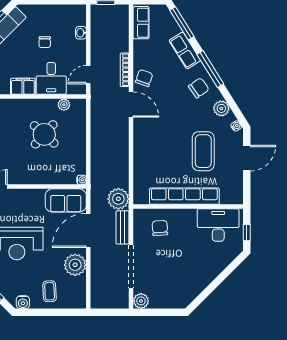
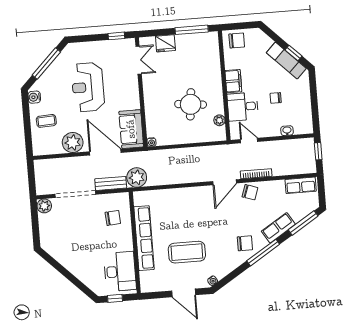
chair: (199, 88) -> (245, 243), turned -55
plant: (221, 108) -> (228, 266), removed
round table: (44, 134) -> (191, 104), turned -36

